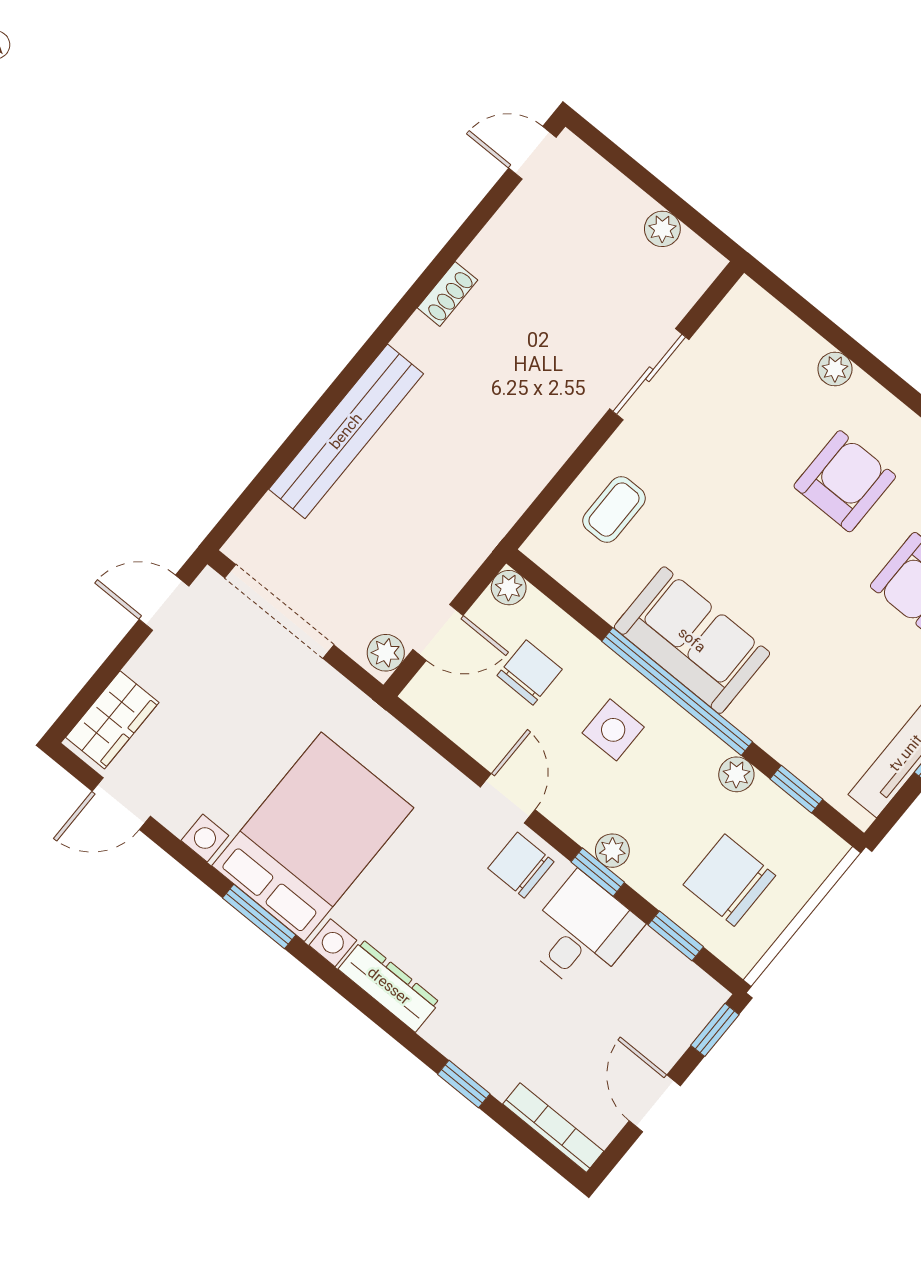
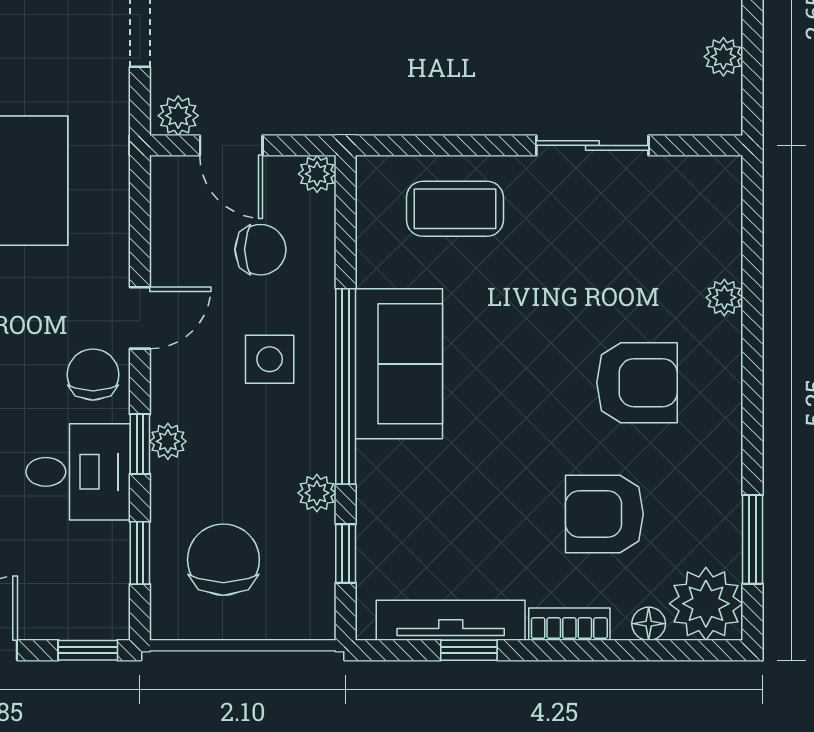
coffee table: (614, 510) -> (455, 209), width x1.36, depth x1.30

